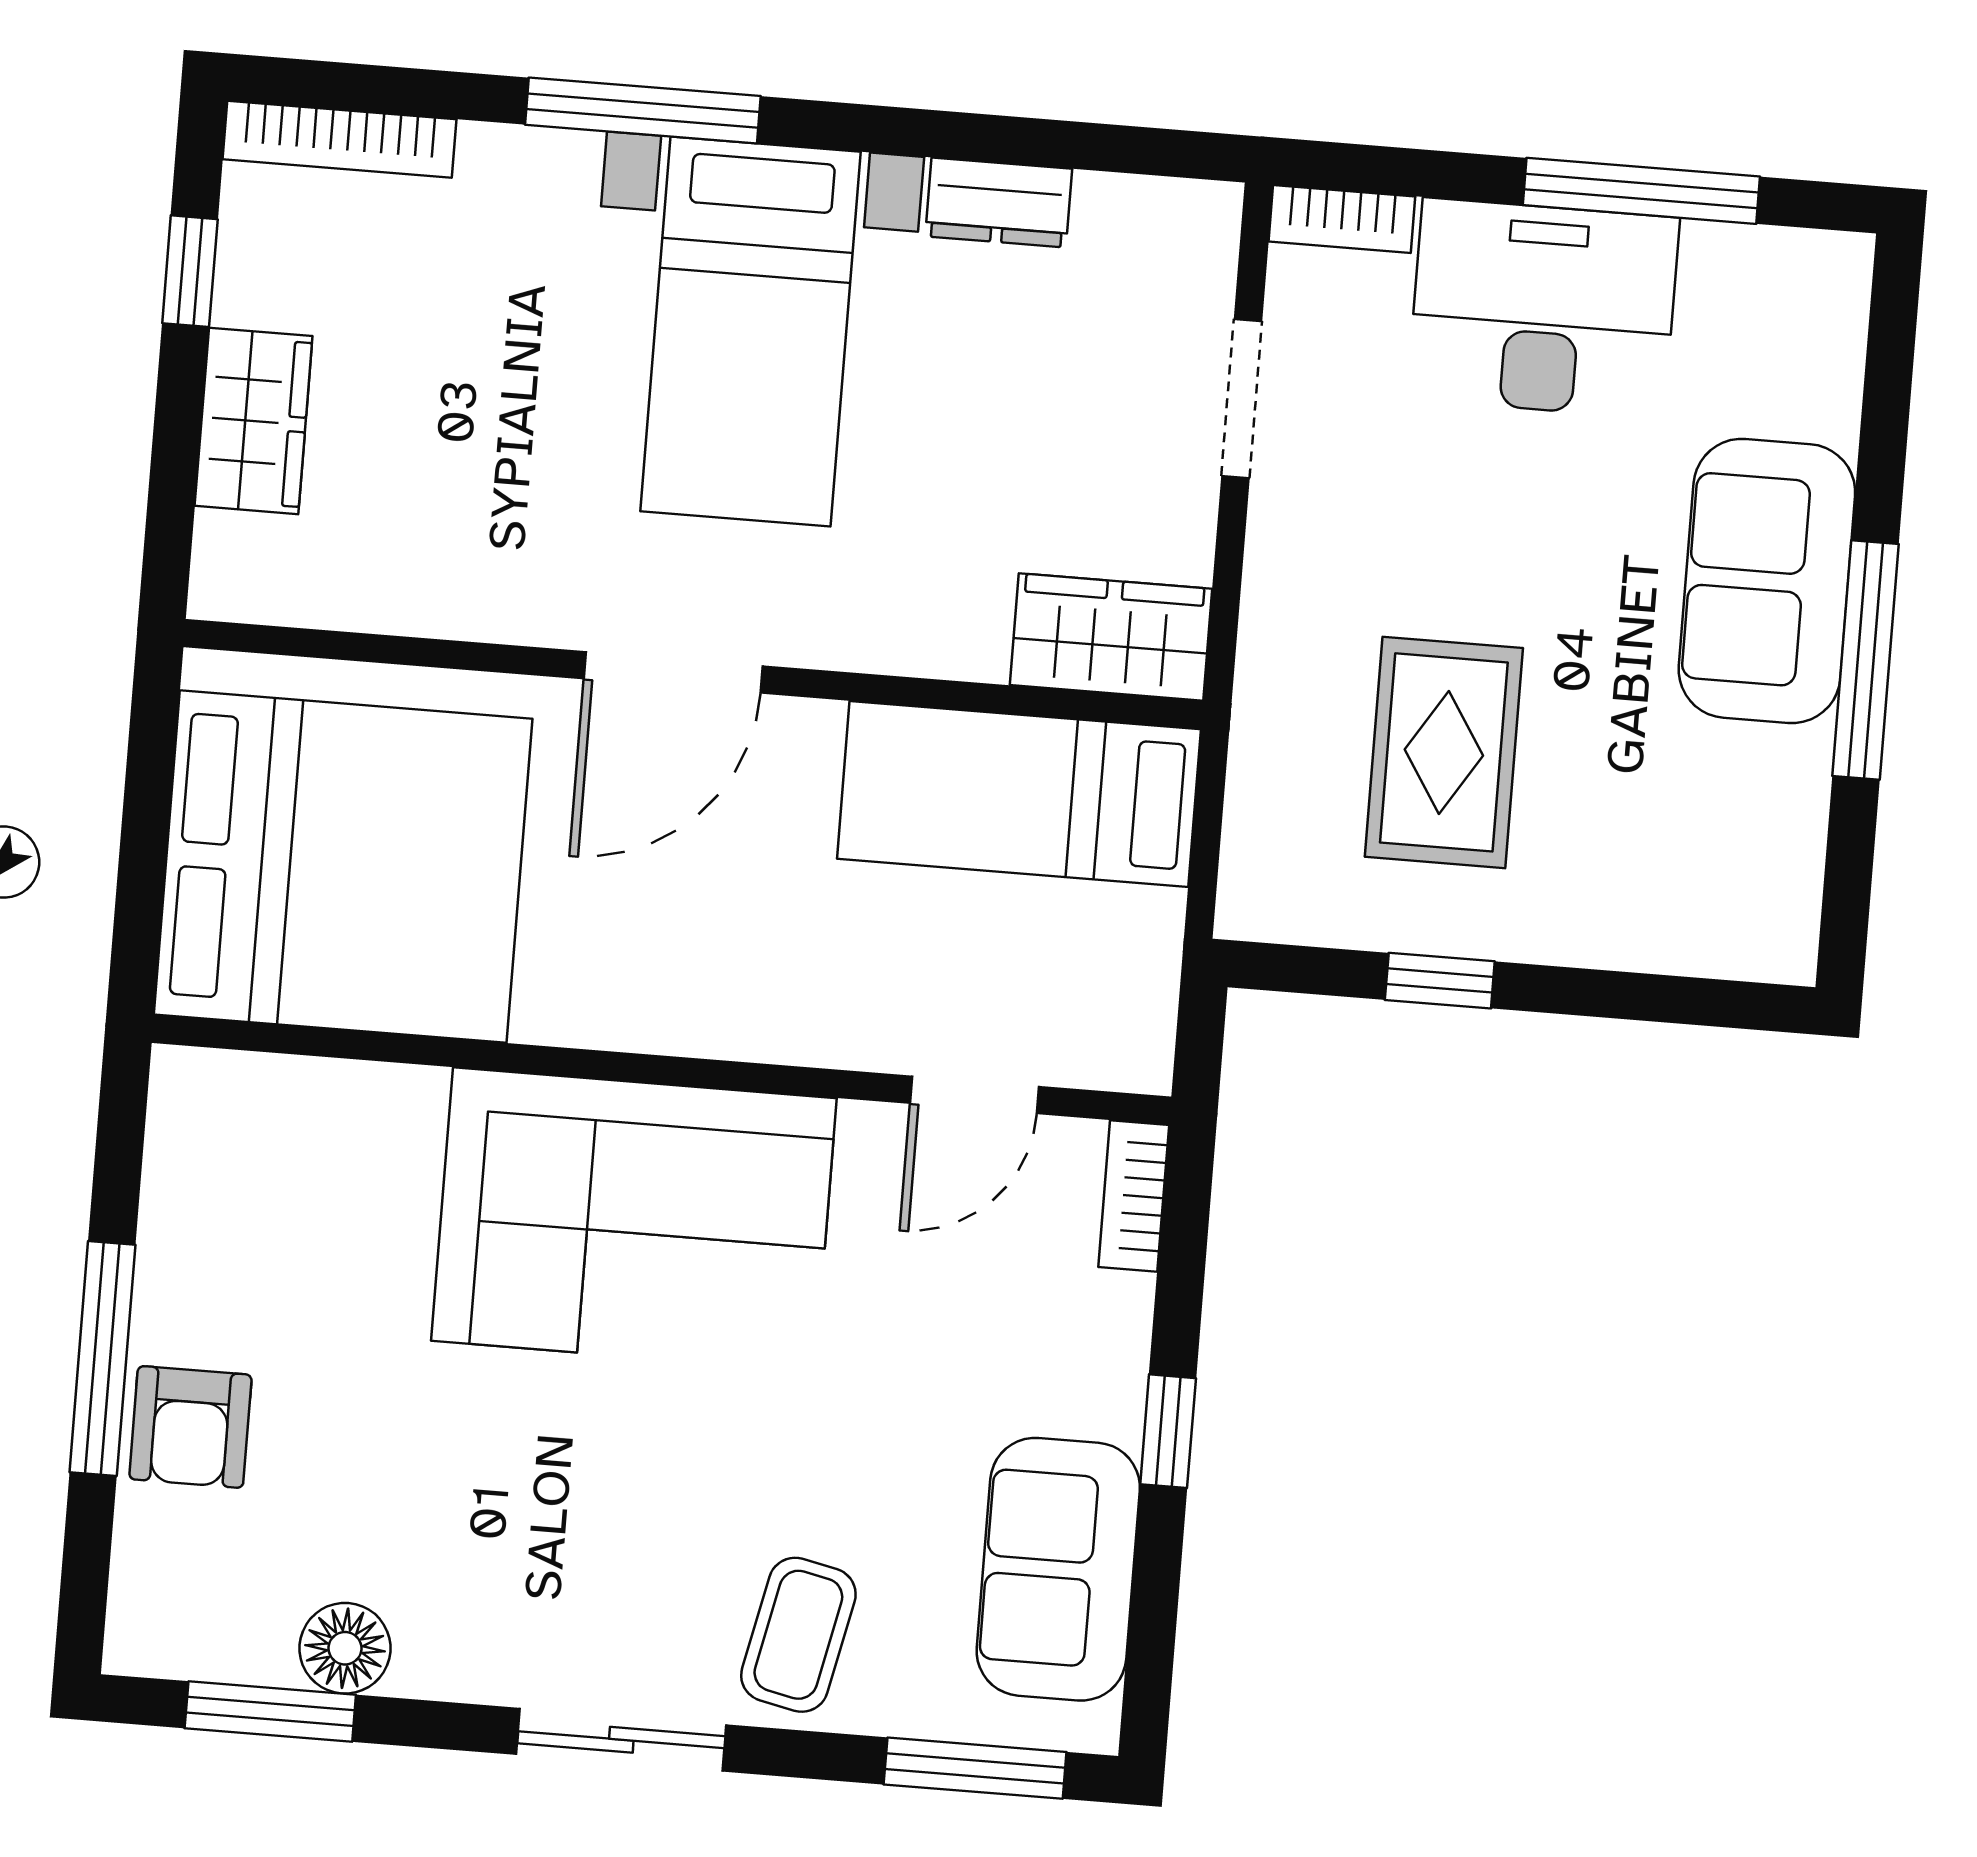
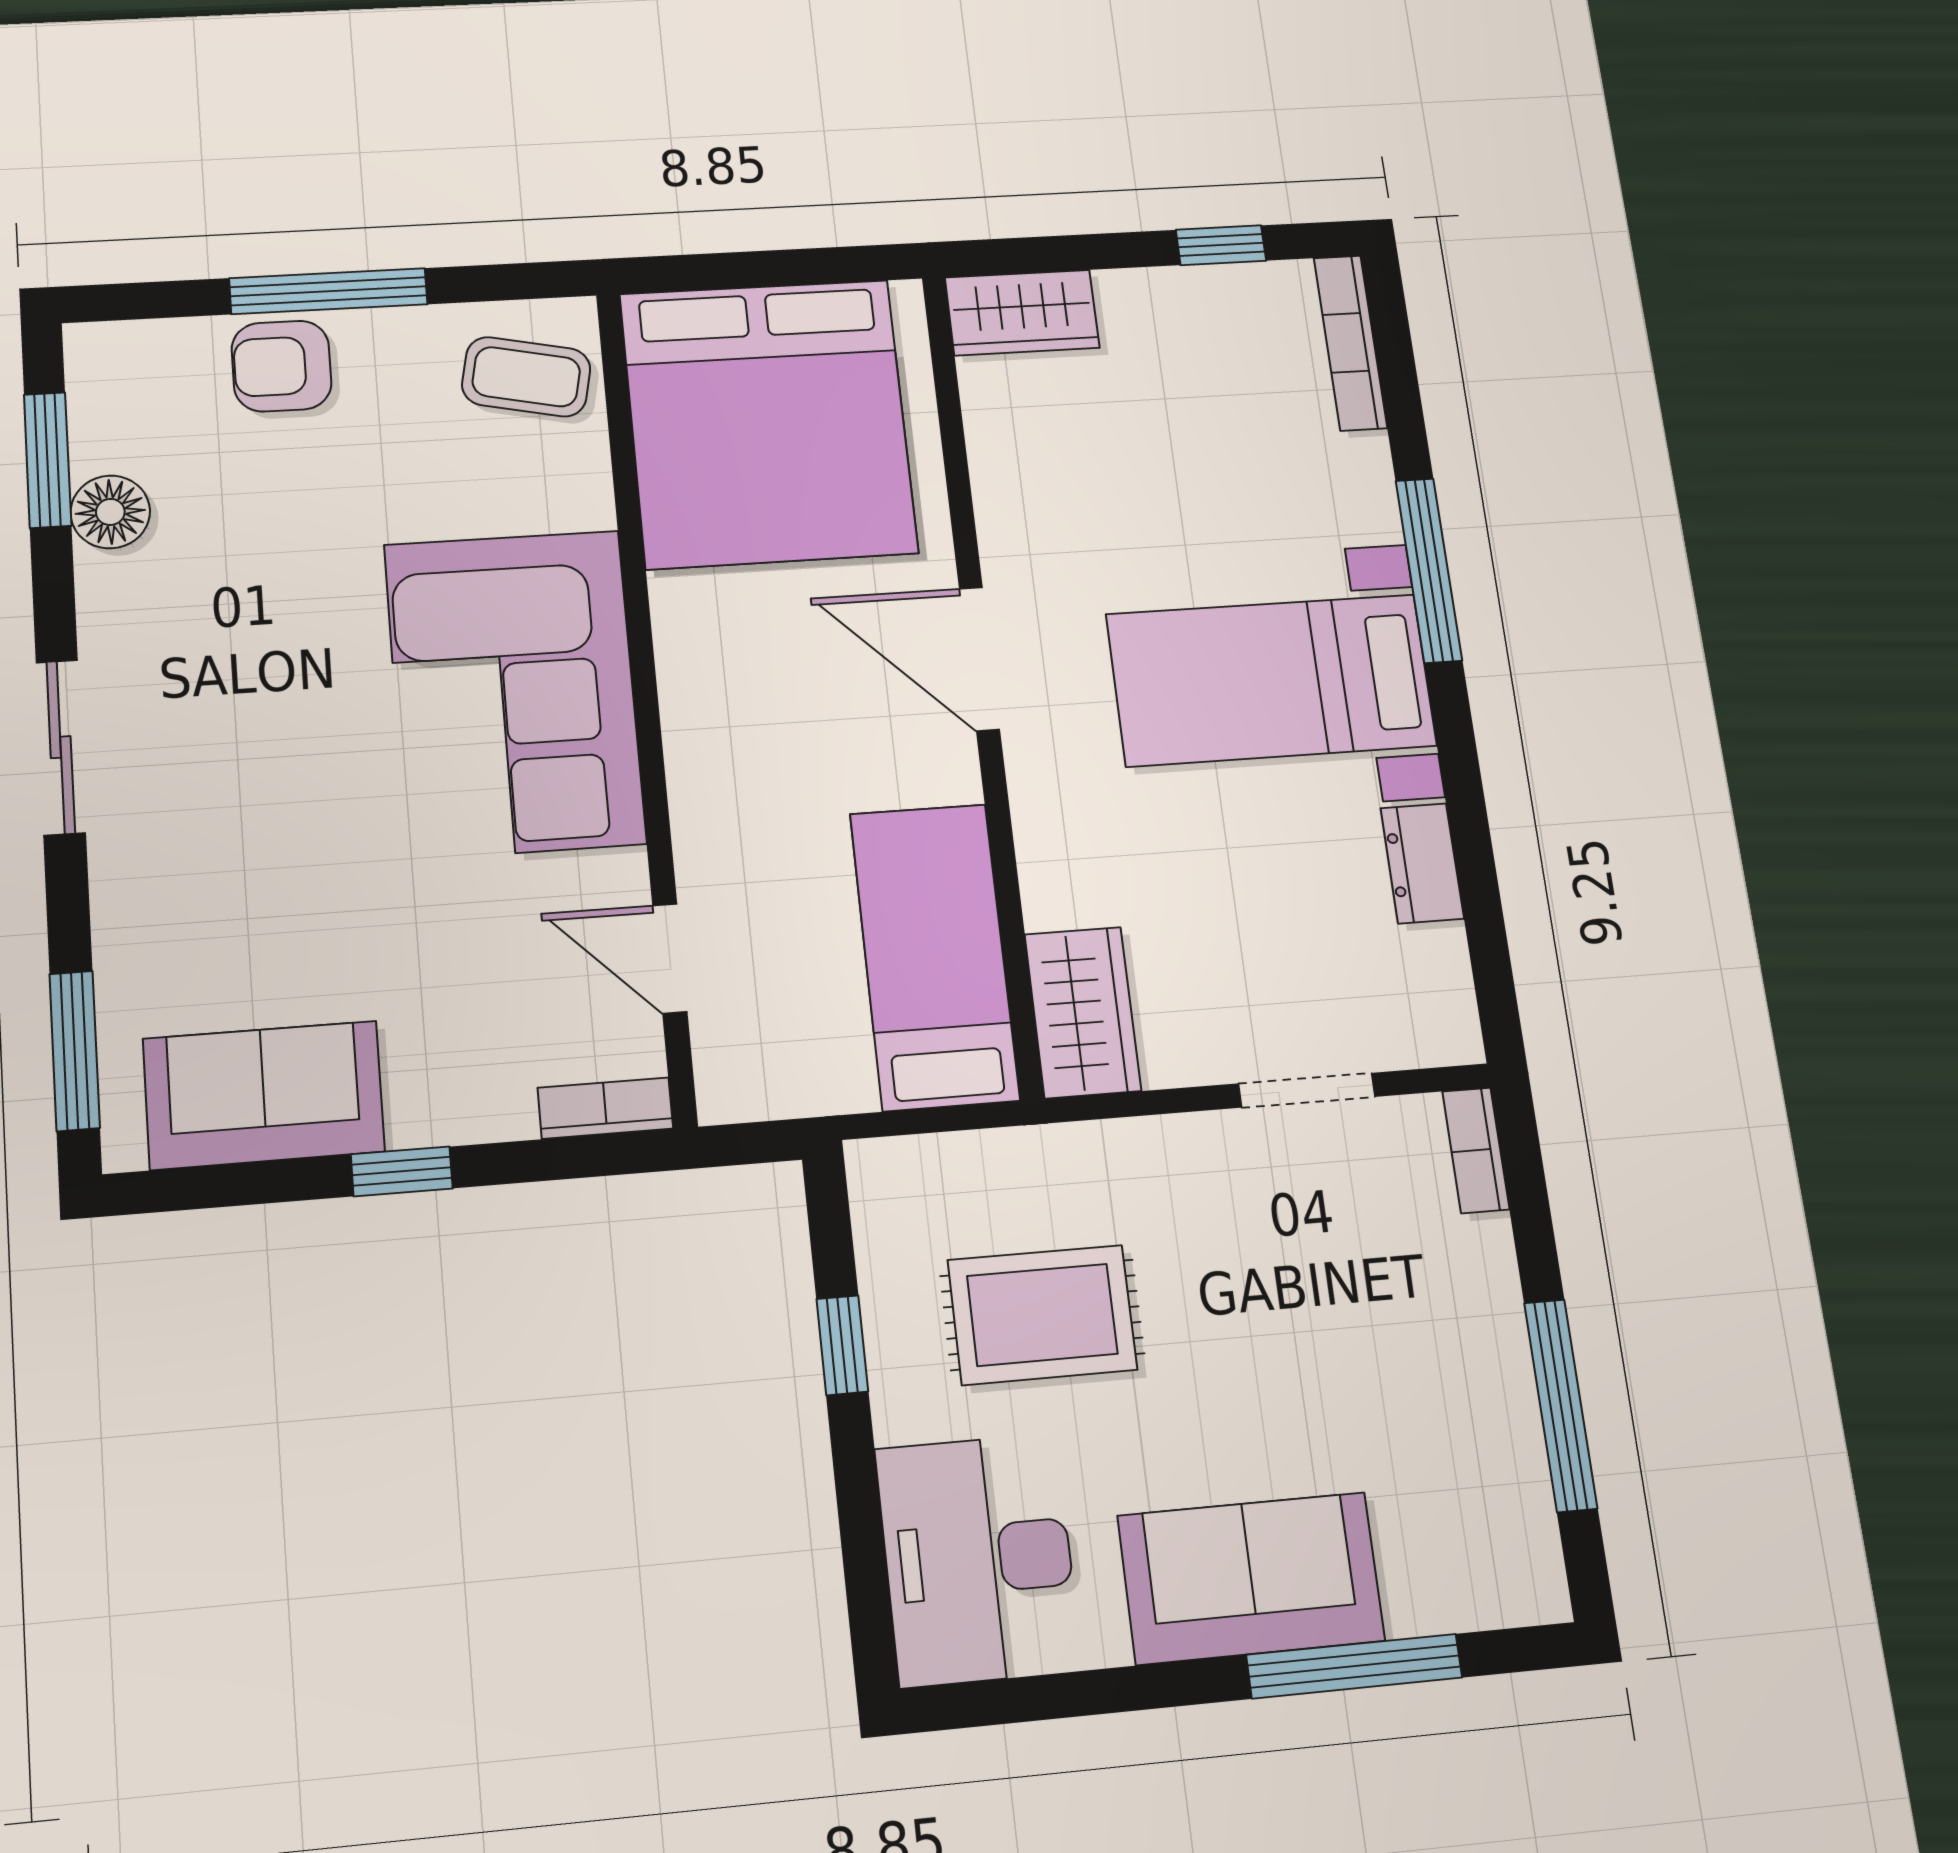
desk: (1543, 308) -> (978, 1559), moved, turned 180
wardrobe: (254, 421) -> (1022, 313), moved
window: (1866, 660) -> (1354, 1666), moved
coffee table: (798, 1635) -> (526, 377), moved

